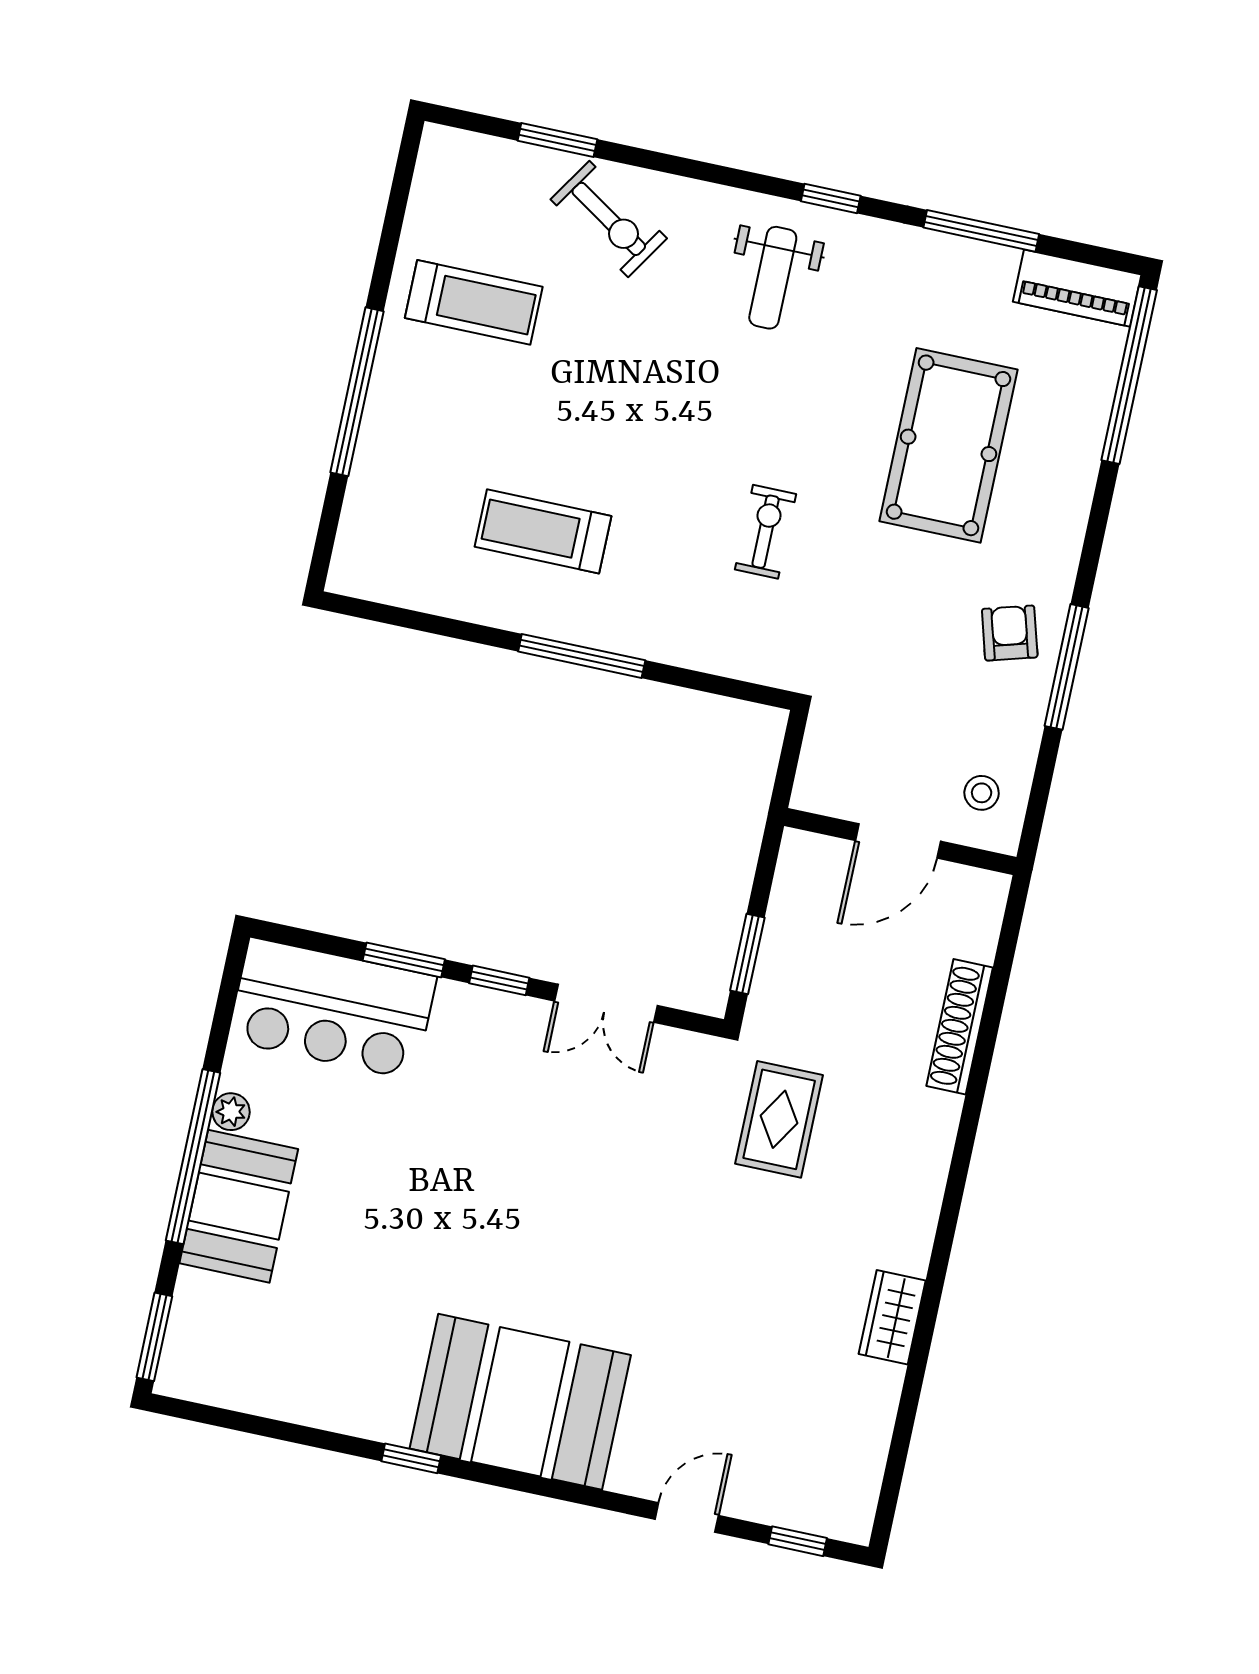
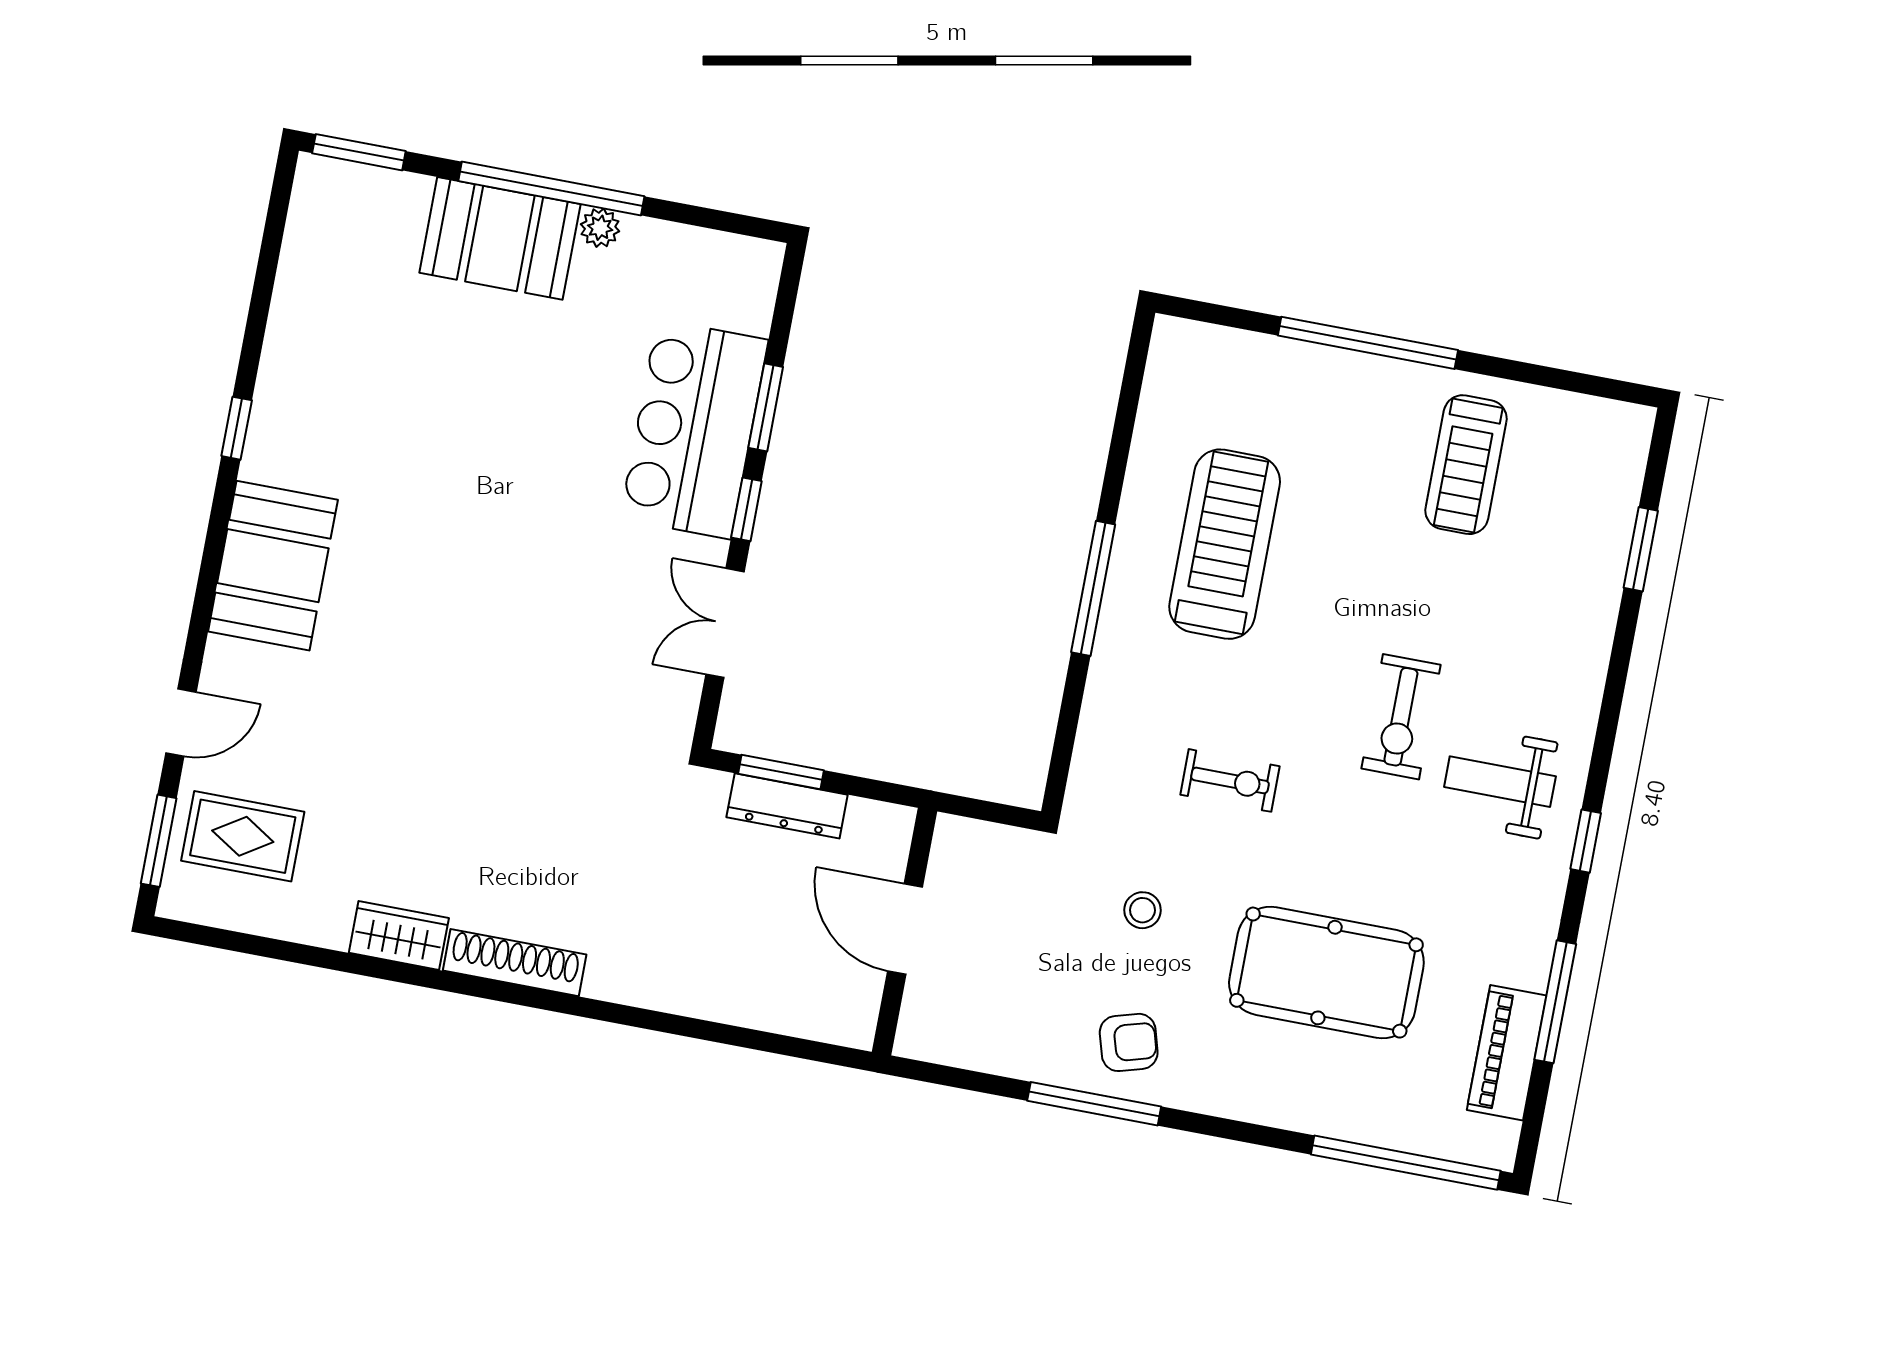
exercise bike: (609, 219) -> (1401, 717), moved, turned -33
piano: (1077, 288) -> (1507, 1053), moved
treadmill: (543, 531) -> (1225, 544), width x1.37, depth x1.38
stool: (982, 793) -> (1143, 910), moved
dresser: (779, 949) -> (787, 806), added
bar counter: (332, 1009) -> (694, 429), moved
shoe rack: (960, 1027) -> (515, 963), moved
rug: (779, 1119) -> (243, 836), moved
booth: (520, 1402) -> (273, 566), width x0.73, depth x0.70
door: (687, 1517) -> (181, 722), hinge flipped
window: (798, 1541) -> (159, 841), width x1.50

